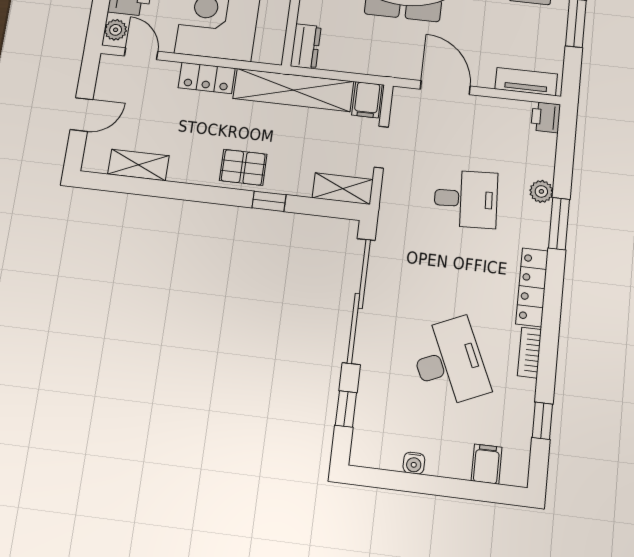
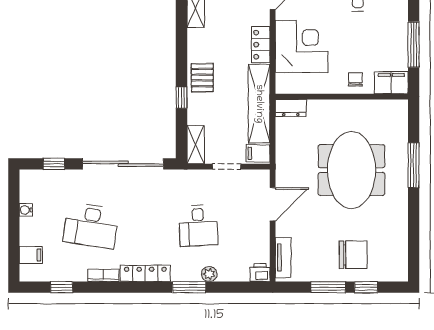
desk: (449, 362) -> (91, 225), turned 33

